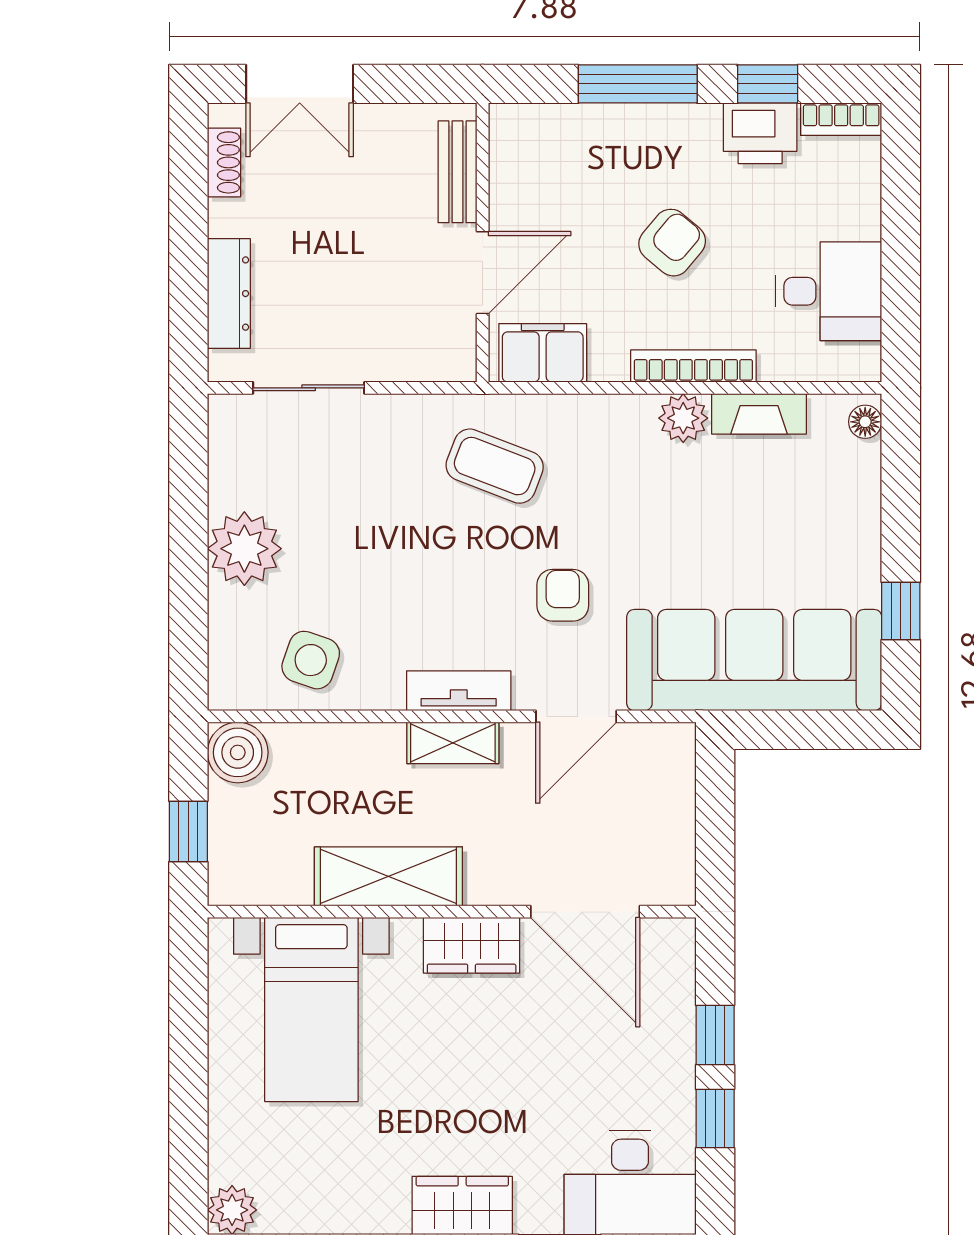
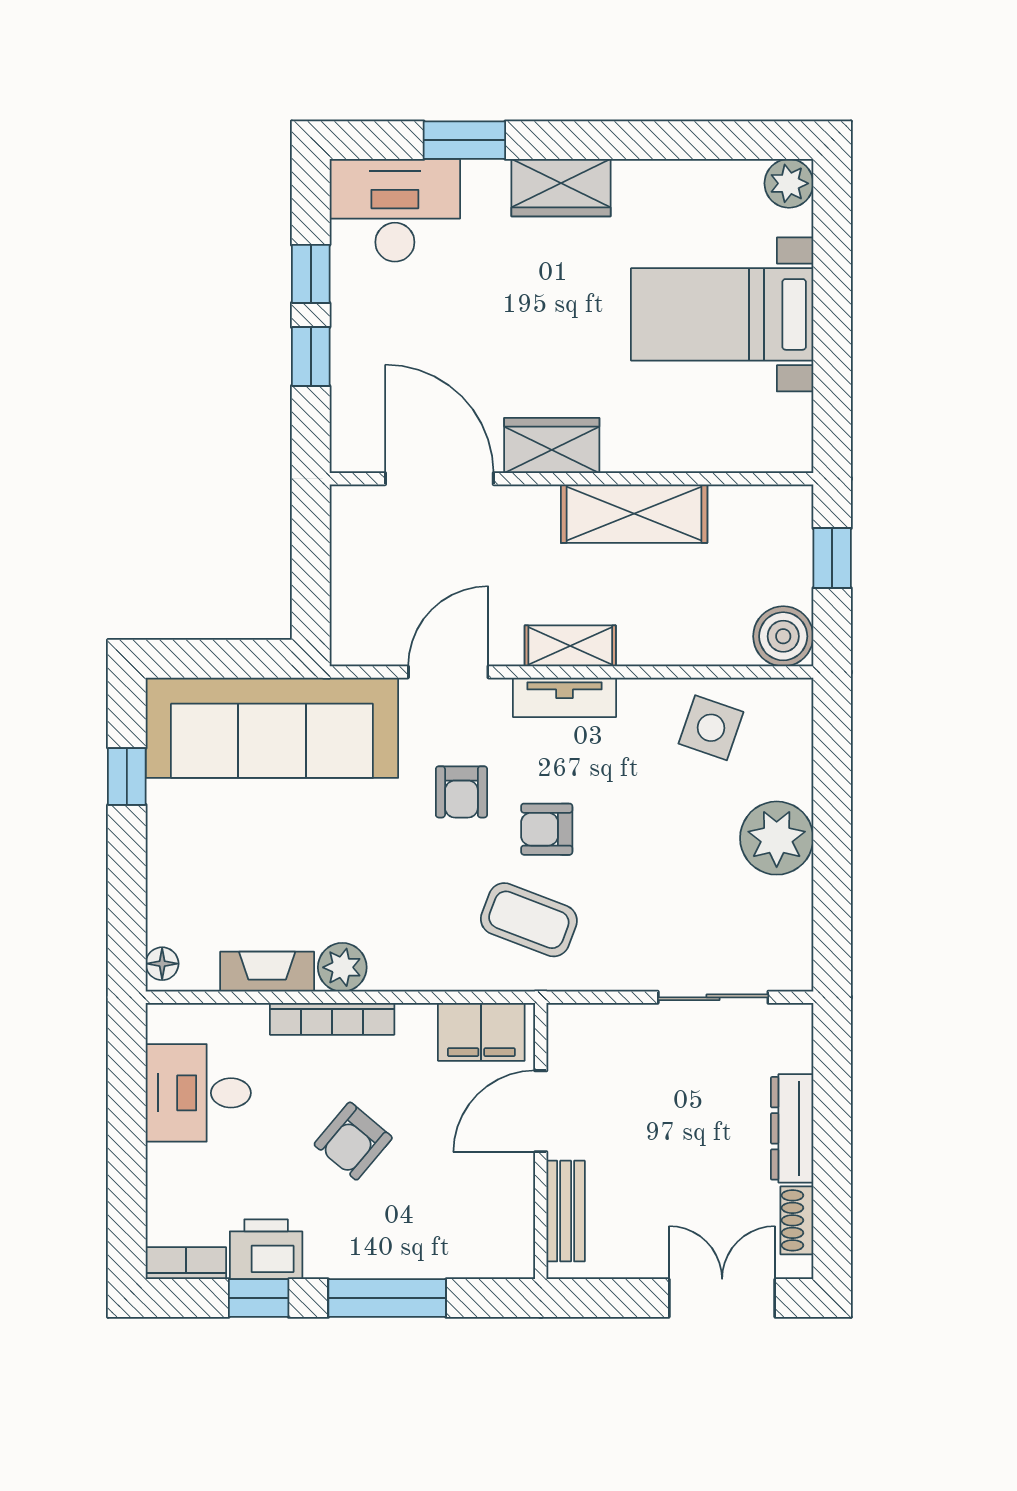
dresser: (229, 294) -> (792, 1128), moved
armchair: (477, 558) -> (547, 829), added
bed with nightstands: (311, 1009) -> (722, 314), moved, turned -90

